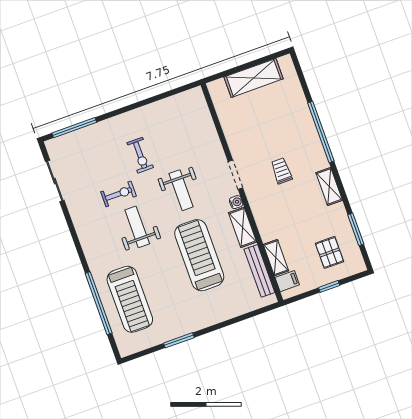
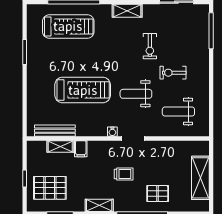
pallet: (290, 122) -> (158, 194), added
weight bench: (137, 227) -> (178, 112), moved, turned 180
shelving: (243, 227) -> (127, 11), moved
pallet: (329, 252) -> (50, 188), width x1.50, depth x1.42
filing cabinet: (287, 281) -> (81, 149), moved
treadmill: (130, 299) -> (68, 26), turned 180

